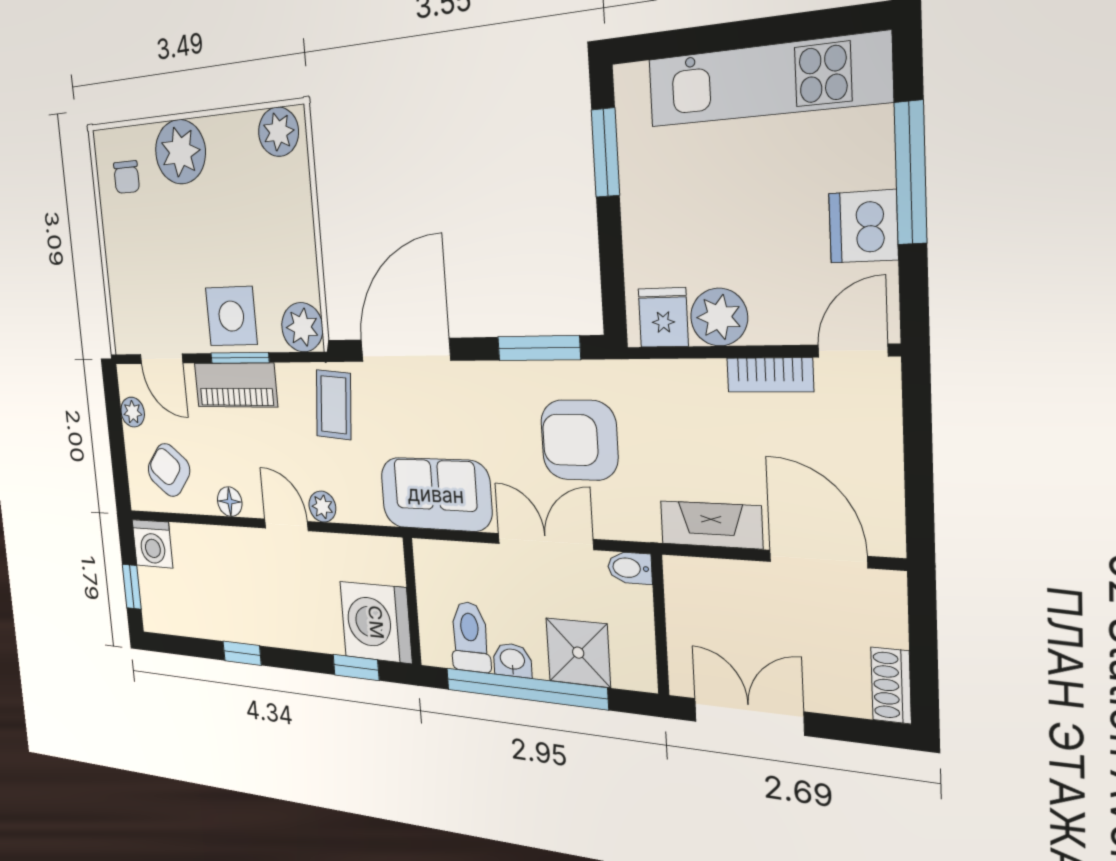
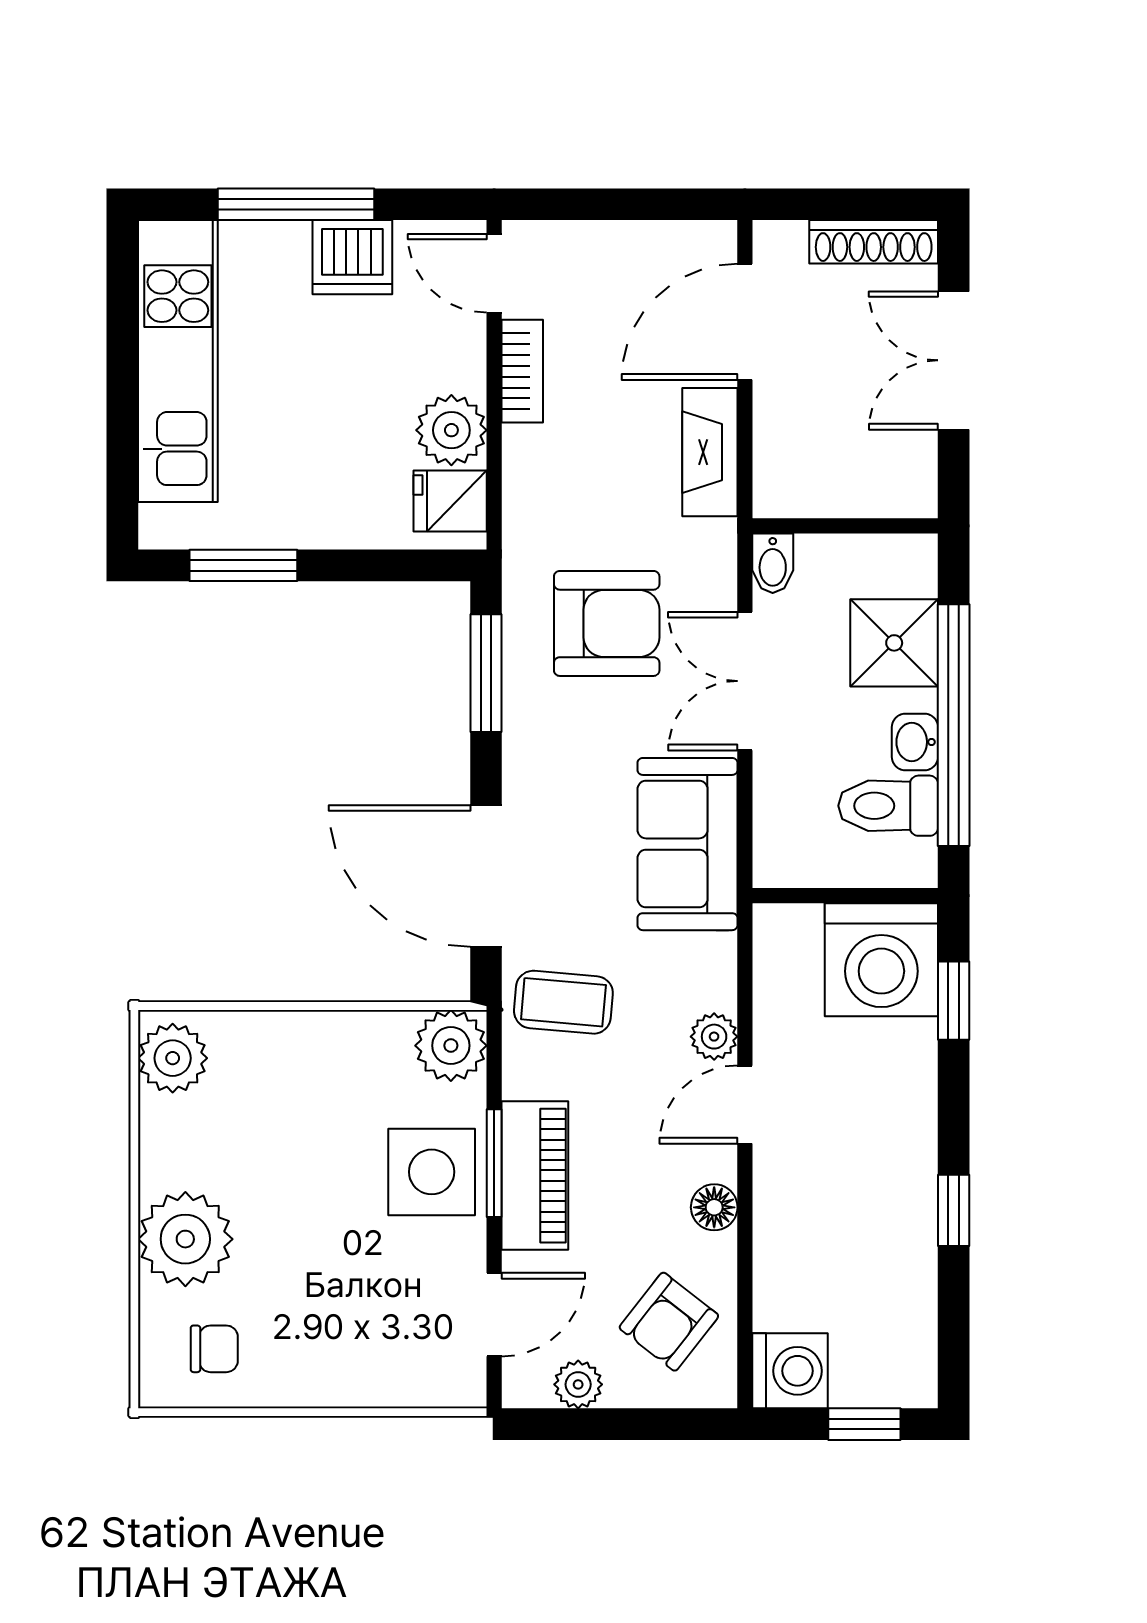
armchair: (579, 440) -> (607, 623), turned -90
shoe rack: (891, 685) -> (874, 242), width x1.43
double door: (749, 717) -> (954, 360), moved

